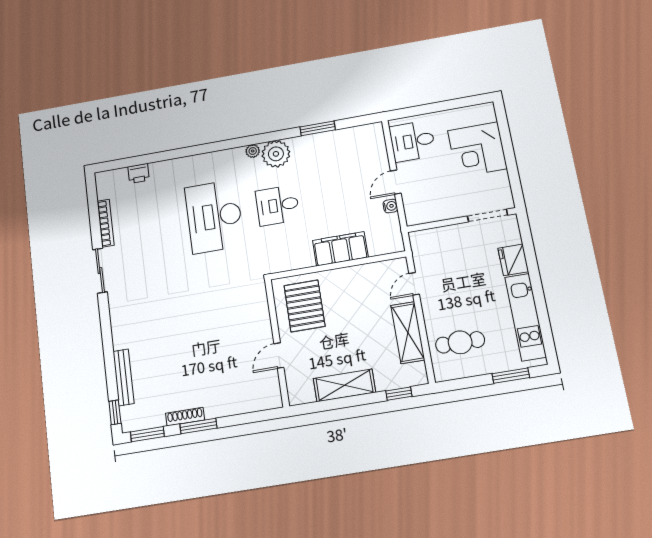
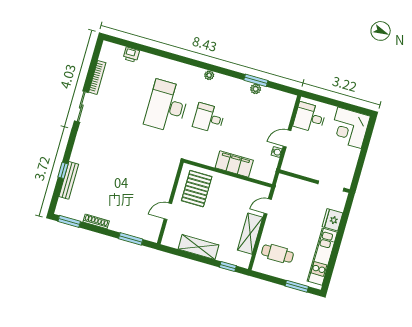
corner desk: (477, 150) -> (350, 128), moved
plant: (276, 154) -> (256, 89), moved, width x0.53, depth x0.53
window: (115, 412) -> (63, 170), moved
window: (198, 426) -> (131, 239), moved

